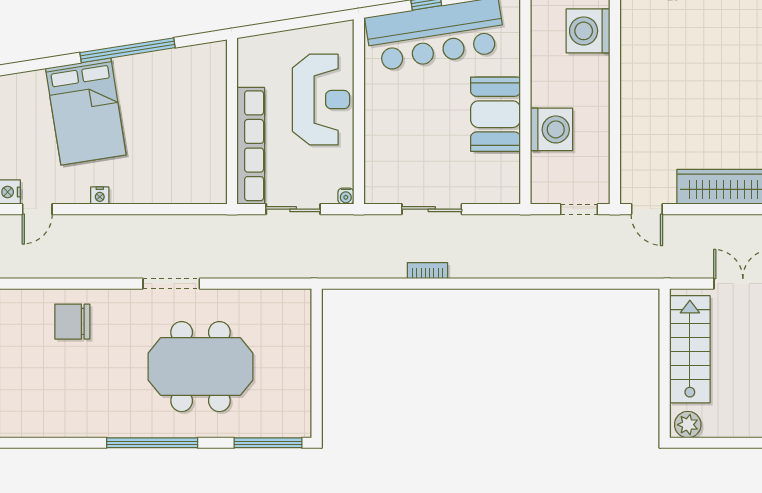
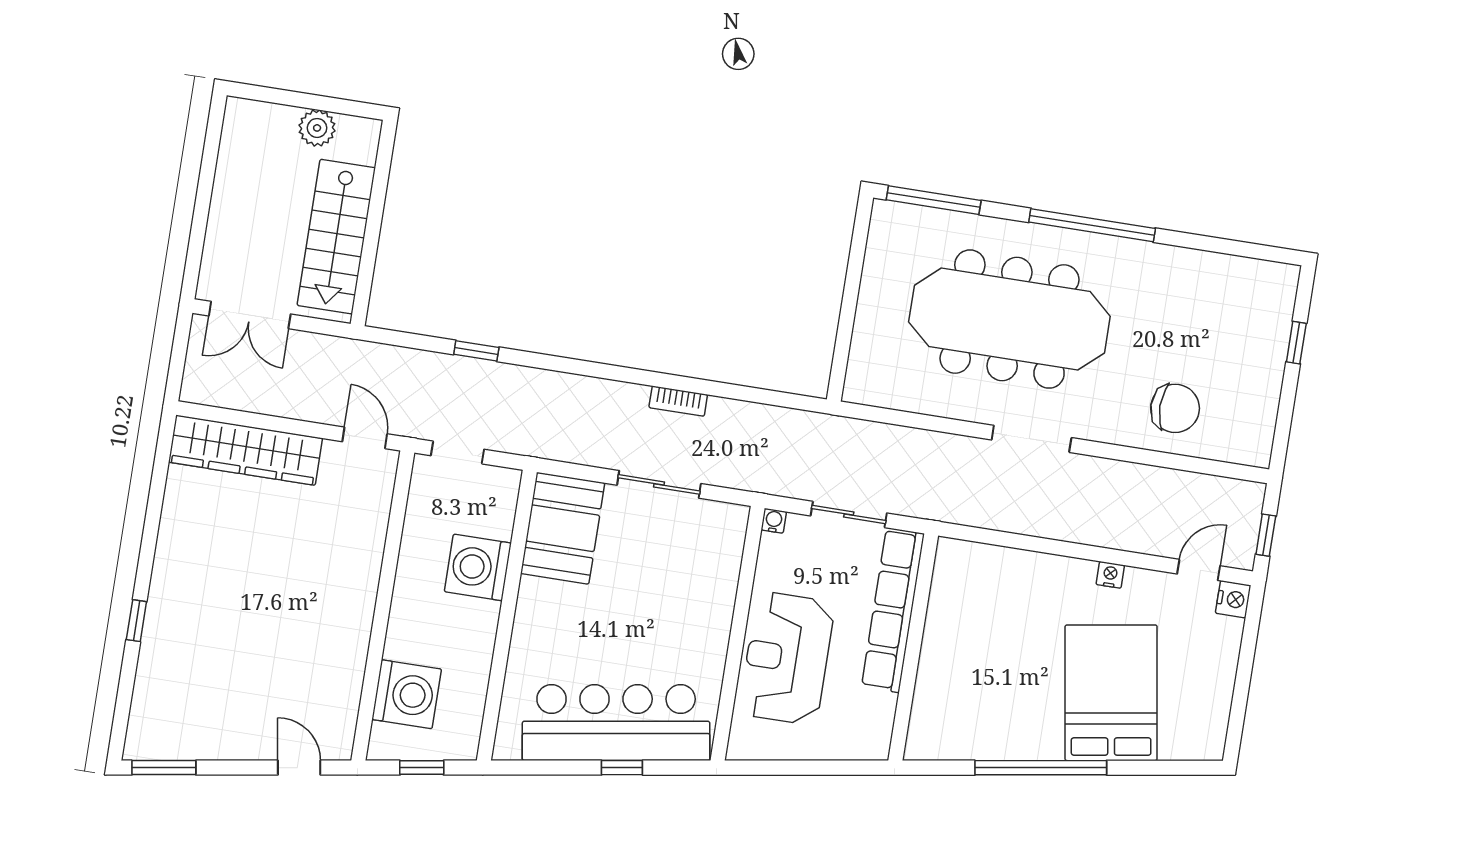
booth: (496, 114) -> (563, 528), moved
window: (577, 284) -> (476, 351), added
meeting table: (201, 367) -> (1009, 319), width x1.36
plant: (688, 425) -> (317, 128), moved

